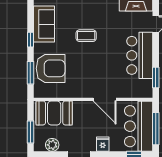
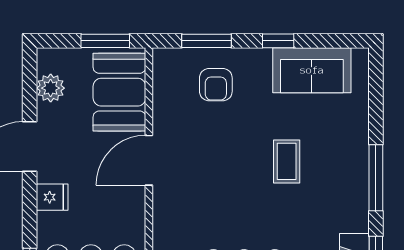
armchair: (51, 68) -> (216, 85), width x0.53, depth x0.53
door: (105, 99) -> (149, 160), moved
window: (30, 132) -> (105, 41), moved

